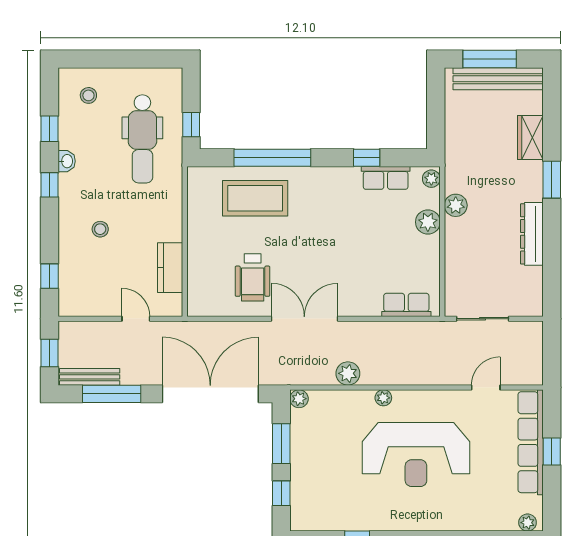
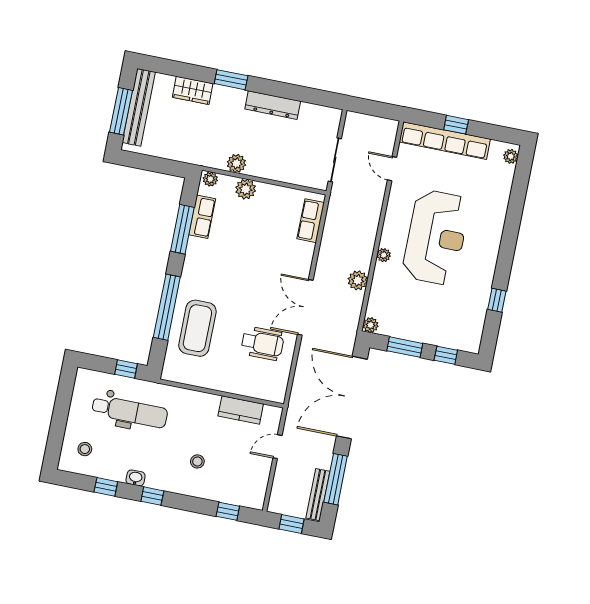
window: (367, 158) -> (182, 229), width x2.17

